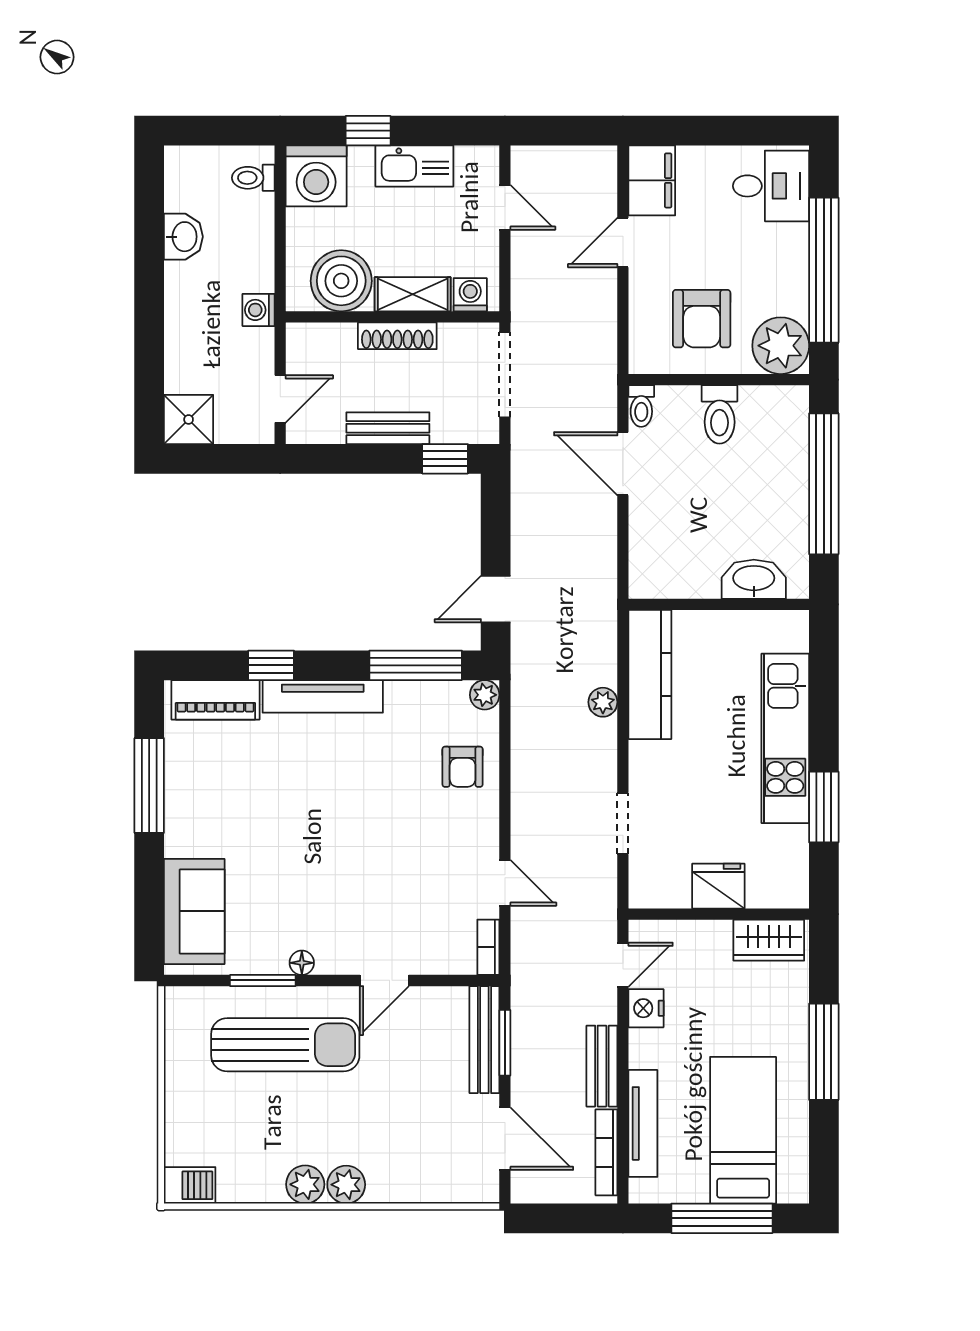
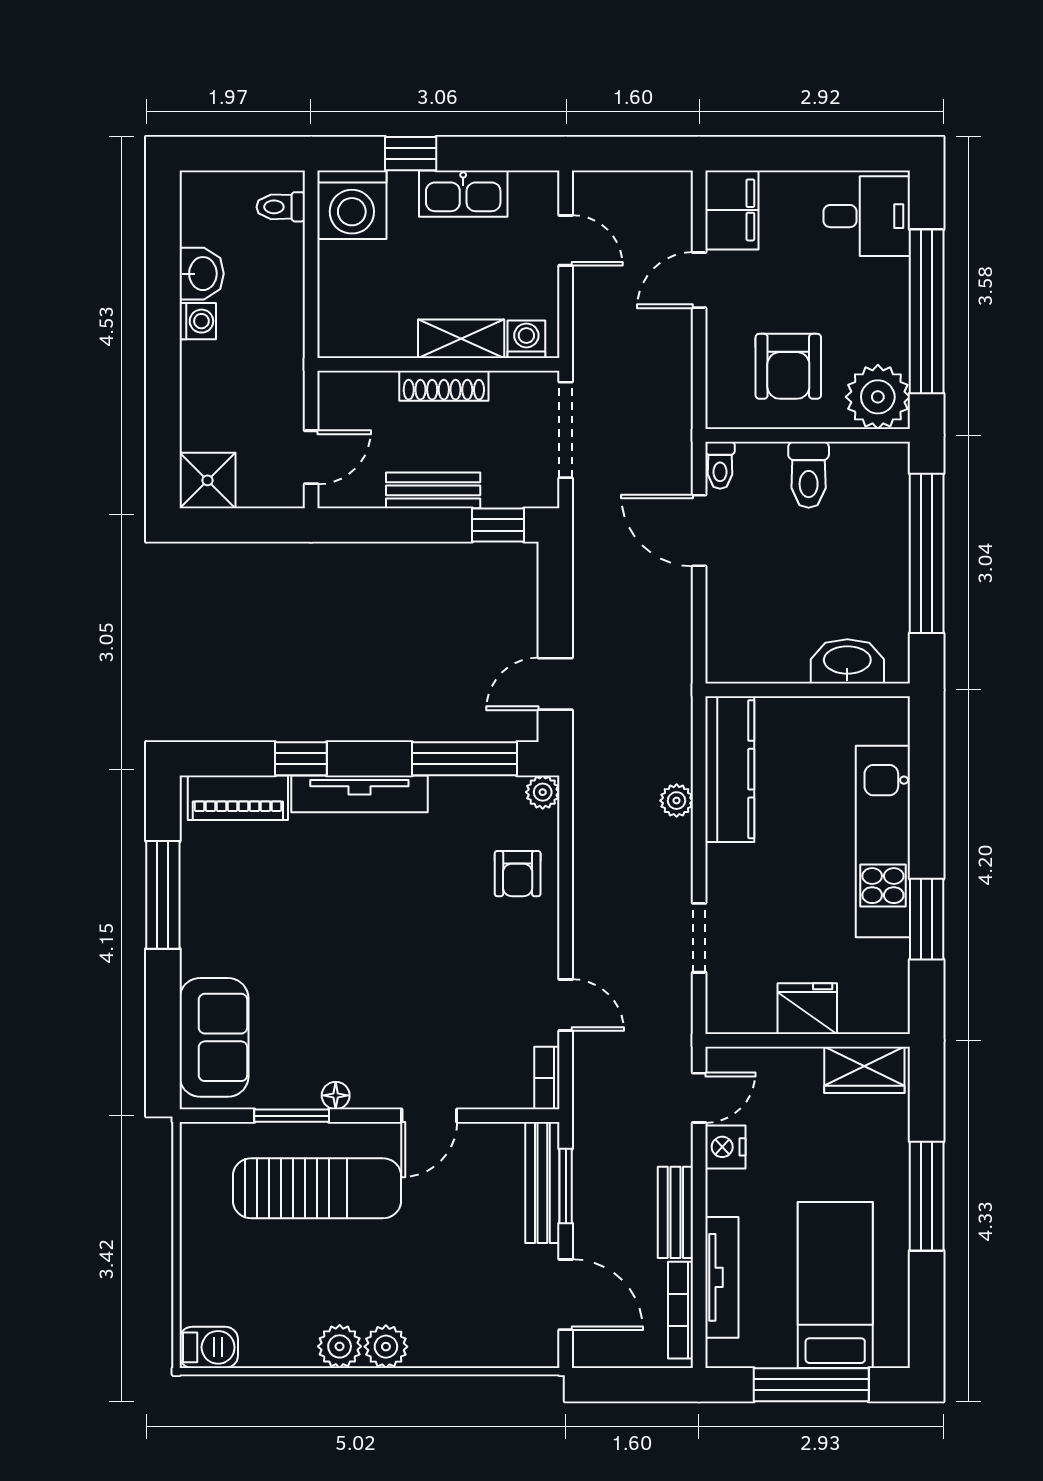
boiler: (341, 281) -> (380, 323), removed
washing machine: (258, 310) -> (198, 321), moved, turned 180

